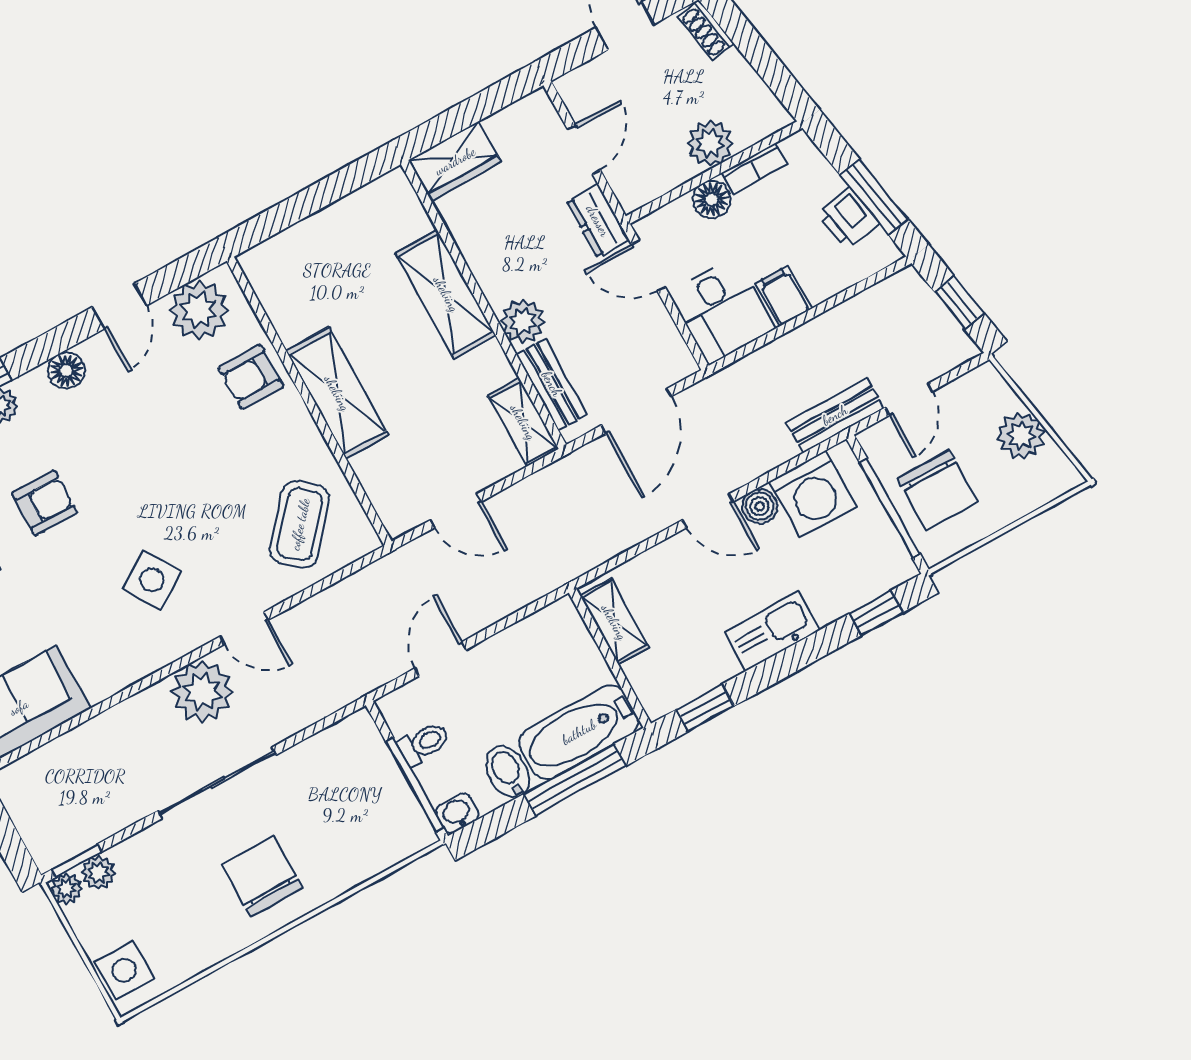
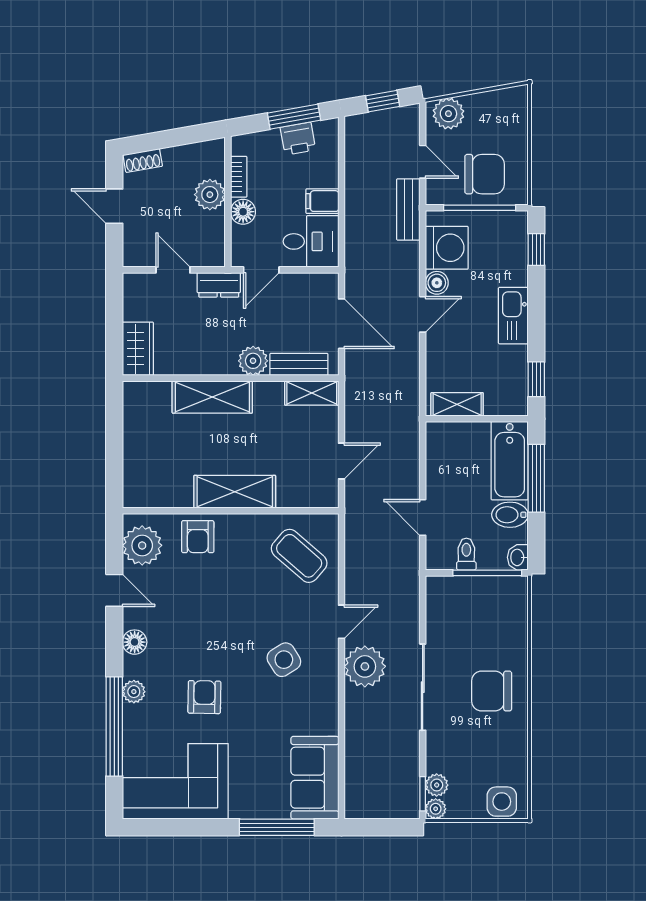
plant: (1021, 435) -> (448, 114), moved

